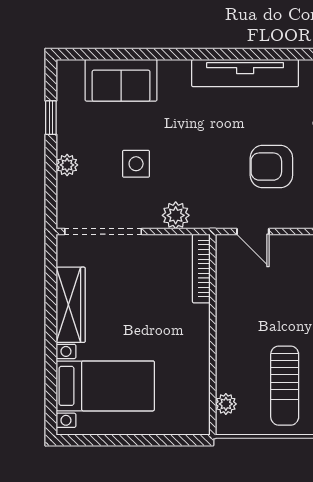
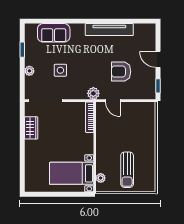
plant: (176, 215) -> (93, 93), moved
wardrobe: (71, 305) -> (31, 128), width x0.67
bed with nightstands: (105, 386) -> (72, 173), moved, turned 180

